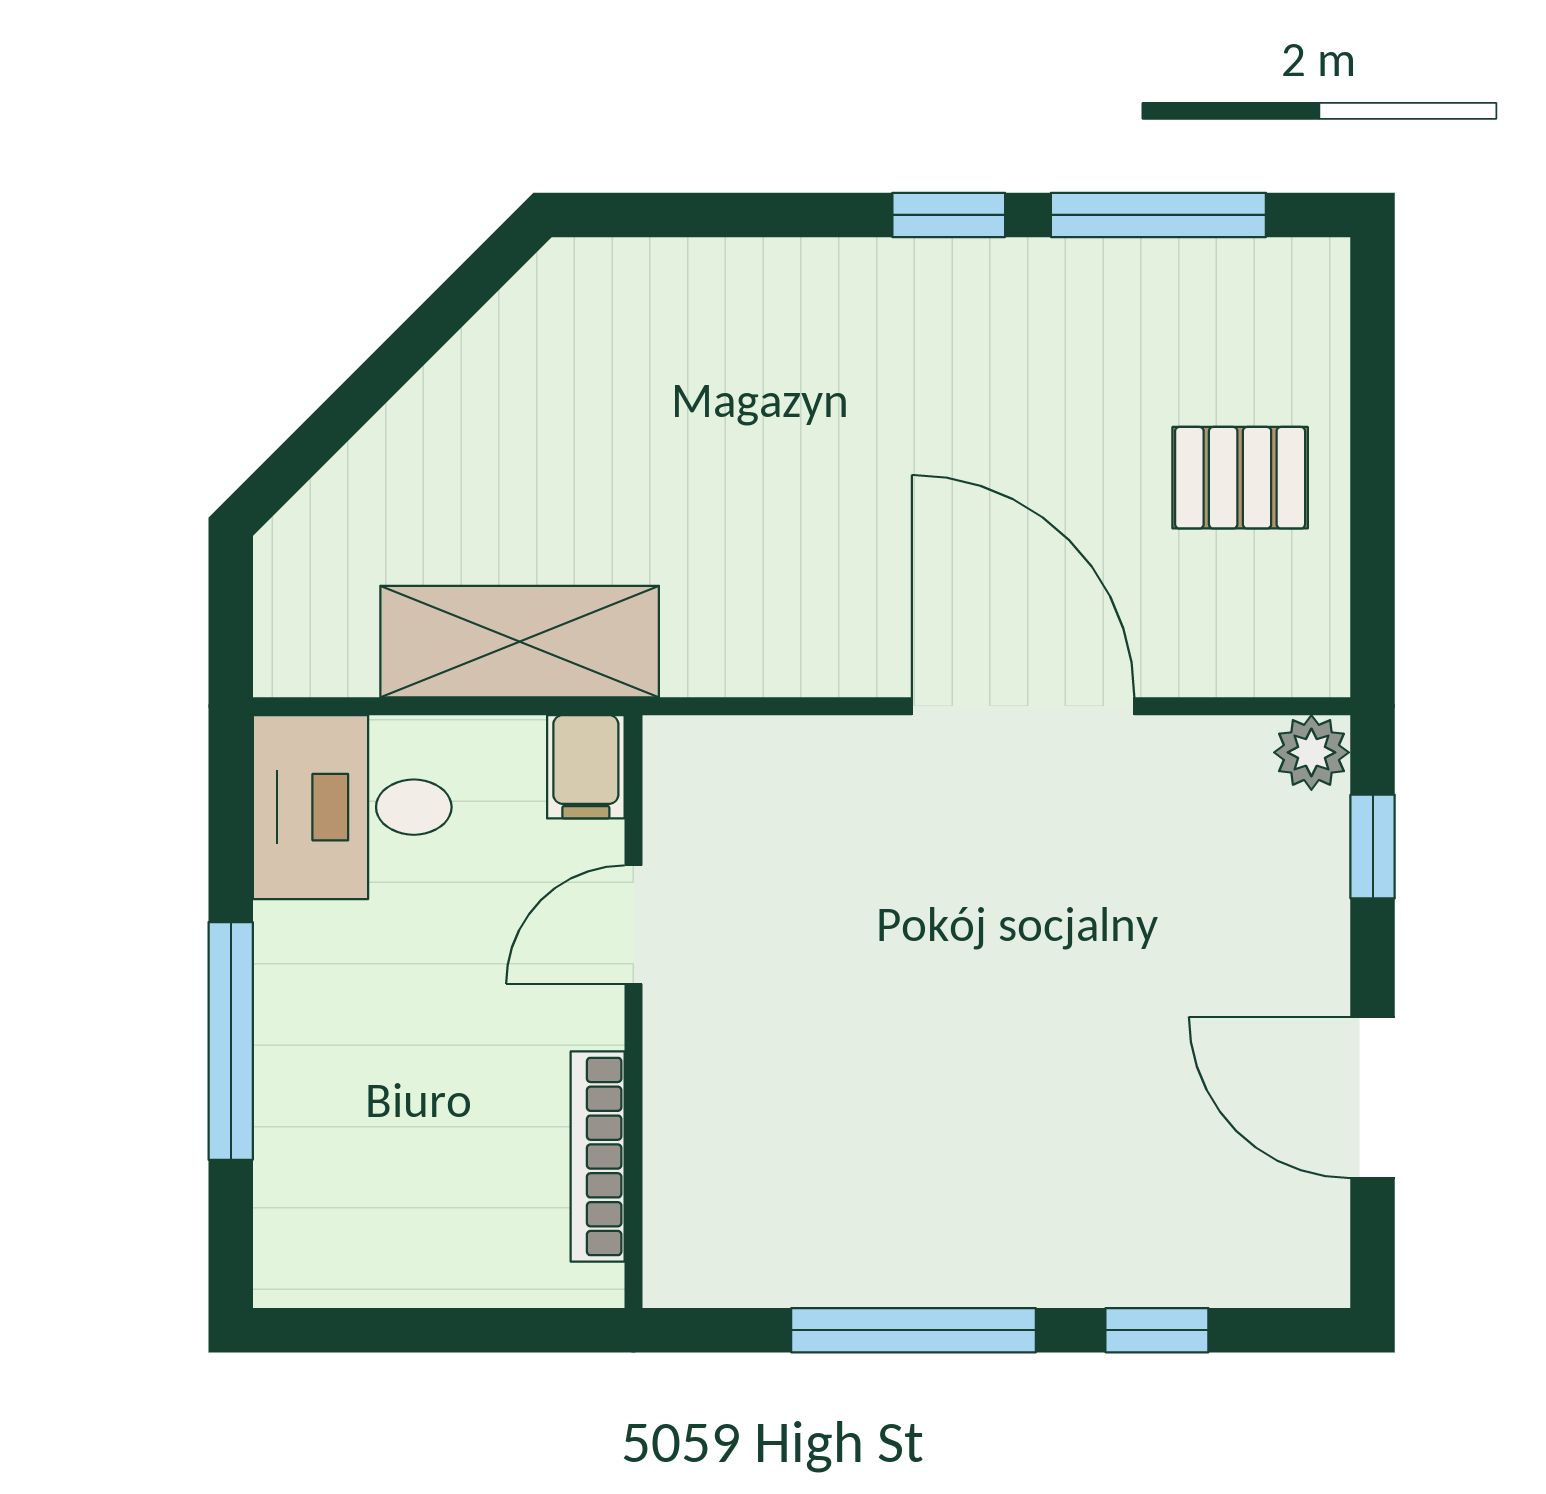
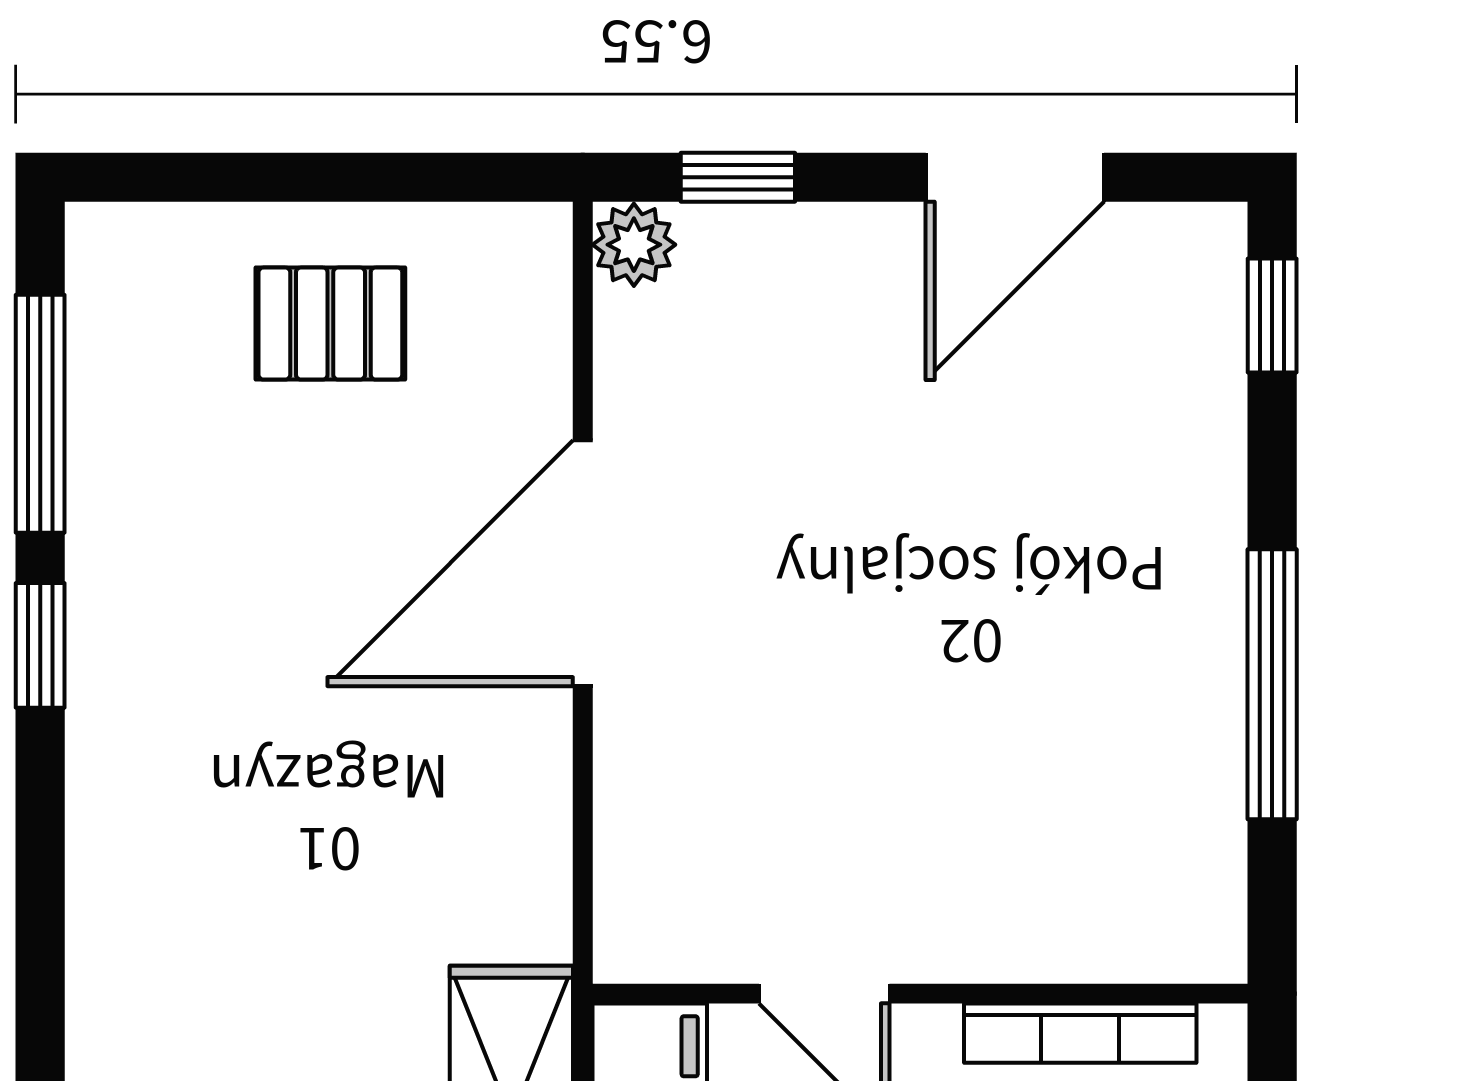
pallet: (1240, 478) -> (330, 324), turned 90
window: (1157, 1330) -> (1272, 315), moved

